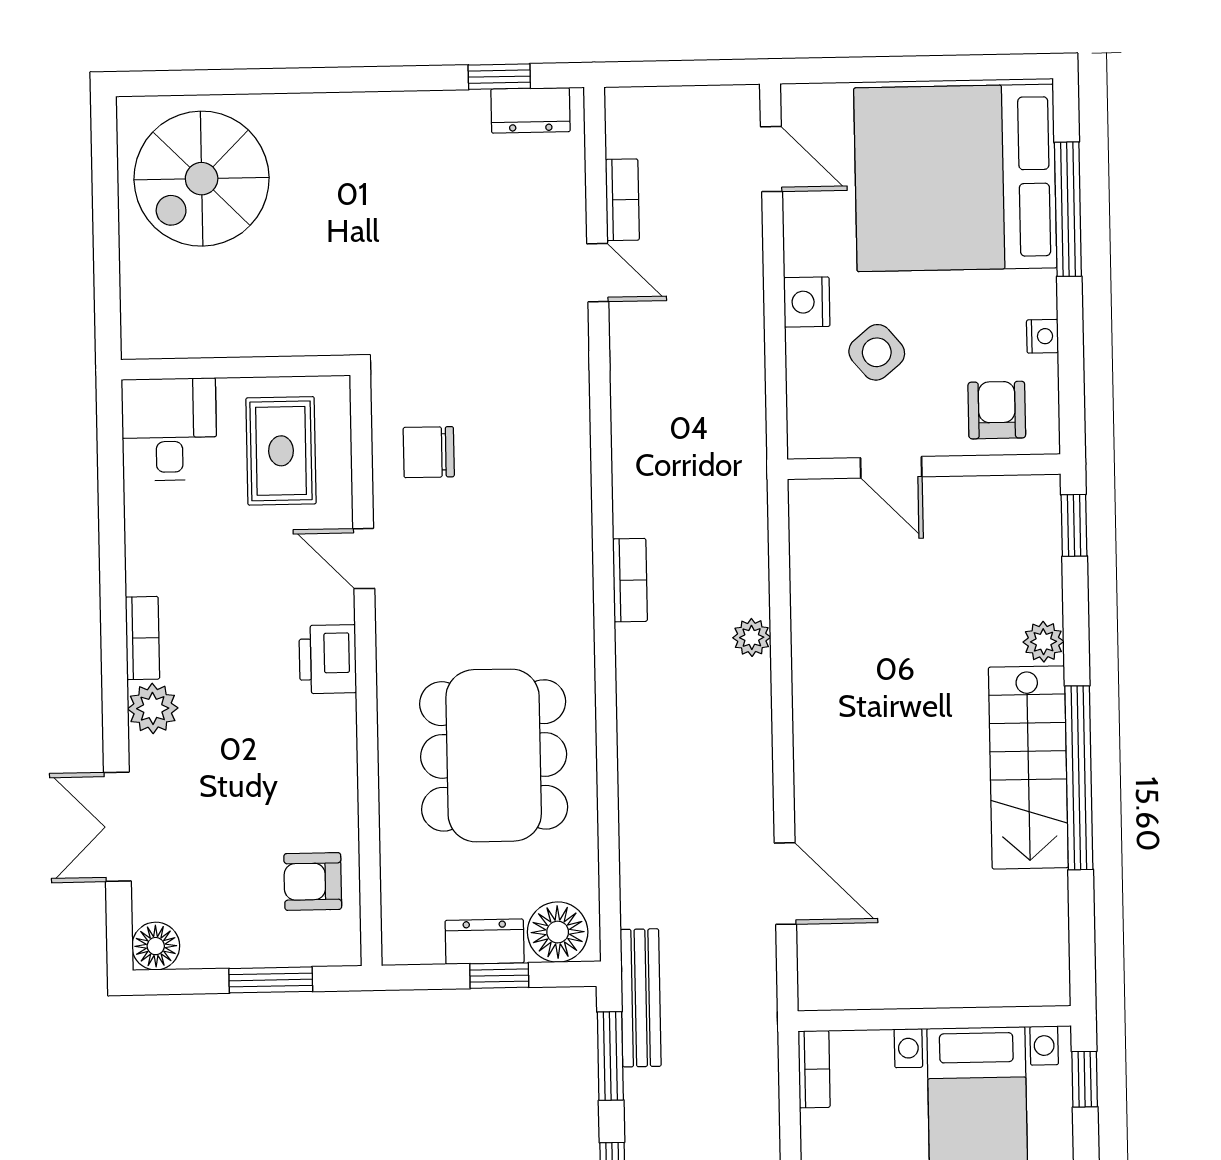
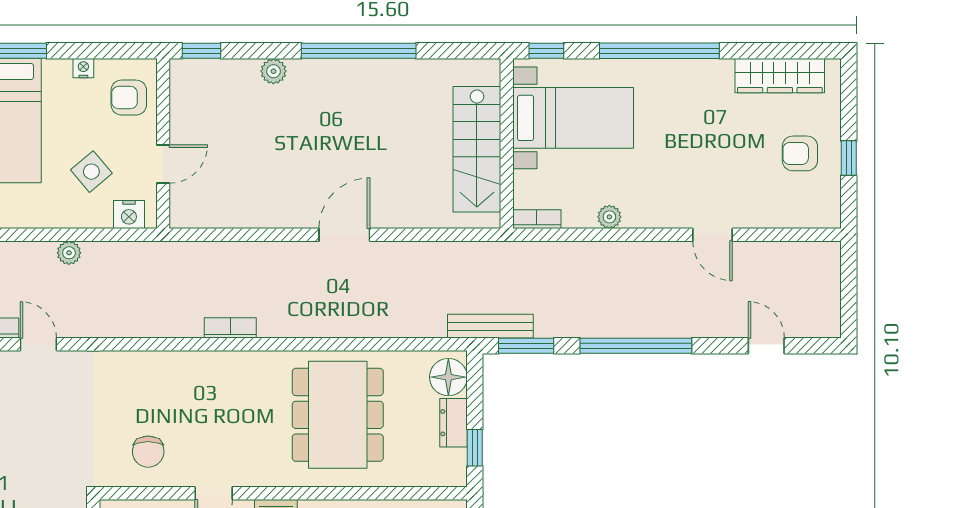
door: (598, 273) -> (38, 344), hinge flipped
nightstand: (807, 302) -> (129, 215), moved
plant: (752, 637) -> (69, 253), moved
dining table: (494, 755) -> (338, 415), turned 90
stairs: (1028, 767) -> (477, 149), moved, turned 90
door: (785, 884) -> (344, 235), moved
window: (499, 976) -> (475, 448), moved

